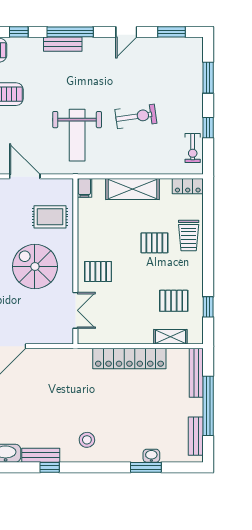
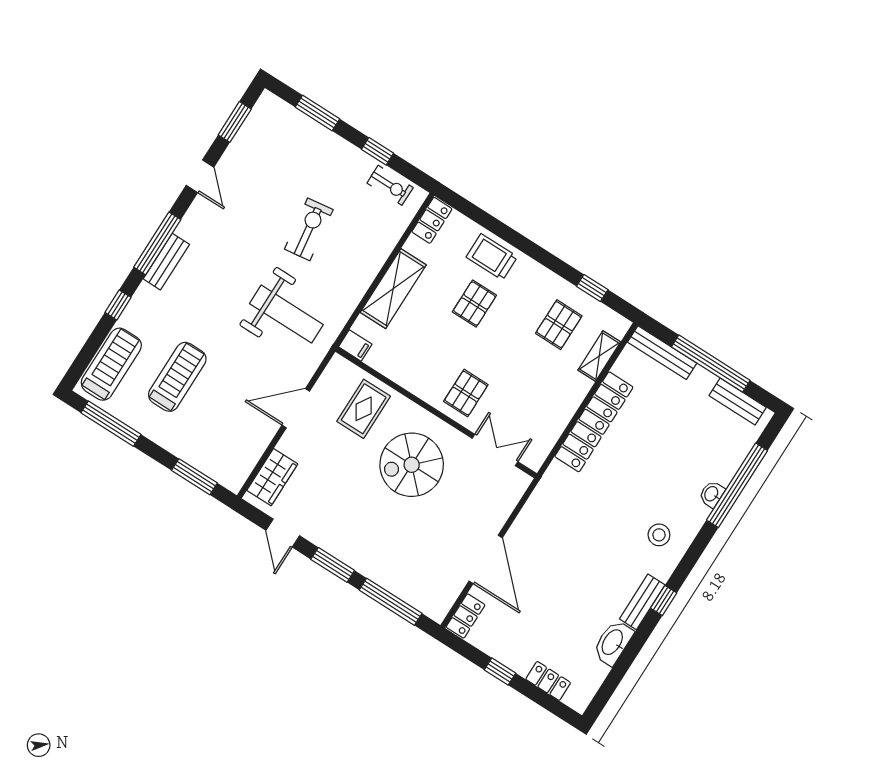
trolley: (189, 235) -> (492, 257), turned 180
washbasin: (151, 456) -> (712, 494), moved
window: (146, 467) -> (737, 485), width x2.11

